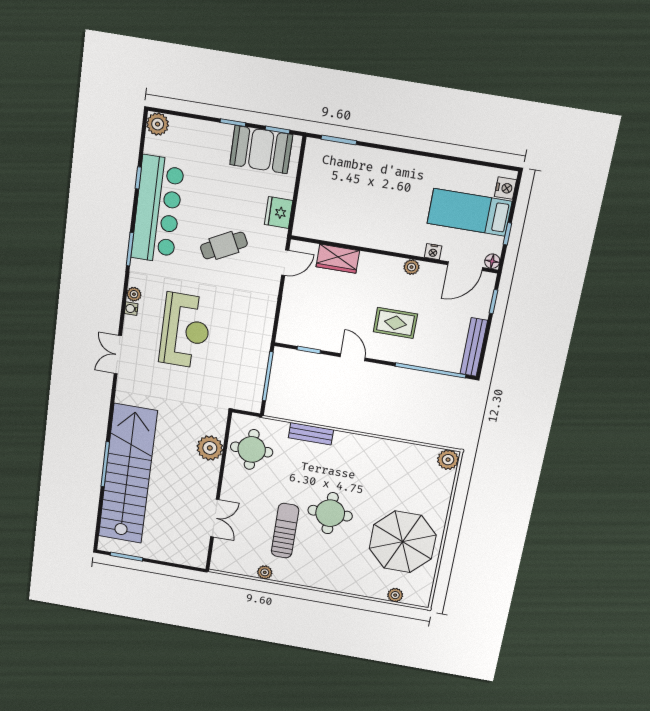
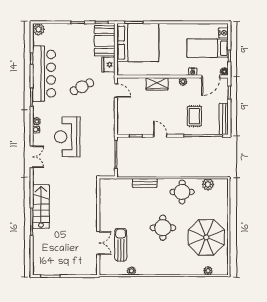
booth: (261, 150) -> (105, 41), moved, turned 90
bed: (340, 180) -> (138, 43), added
wardrobe: (338, 259) -> (157, 84), moved
door: (285, 263) -> (116, 90), hinge flipped
rug: (395, 323) -> (194, 116), moved, turned 90
reception desk: (185, 331) -> (67, 137), turned 180
double door: (118, 355) -> (32, 157), swing flipped
plant: (210, 448) -> (90, 201), removed
round table: (252, 449) -> (182, 192), moved
plant: (448, 460) -> (208, 184), moved
stairs: (128, 474) -> (41, 207), width x0.54, depth x0.66
sun lounger: (285, 531) -> (121, 245), moved

